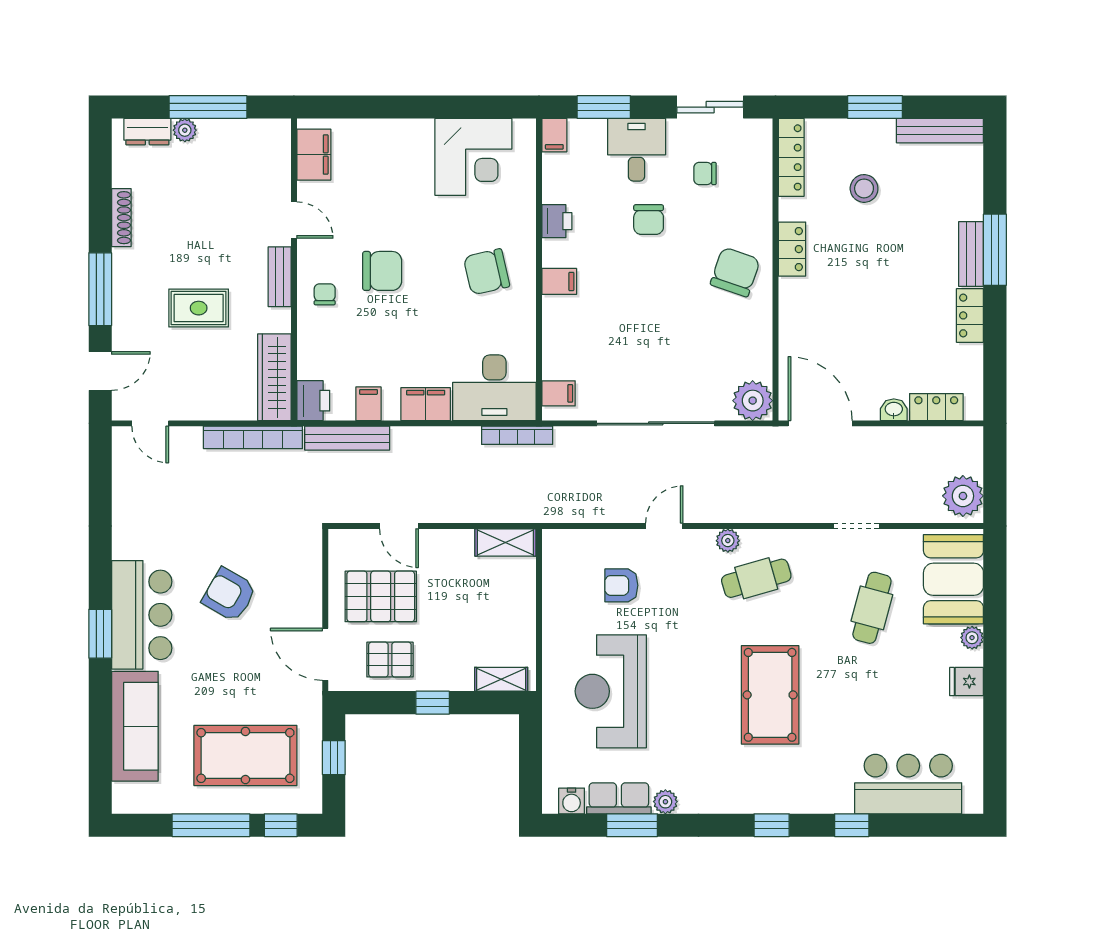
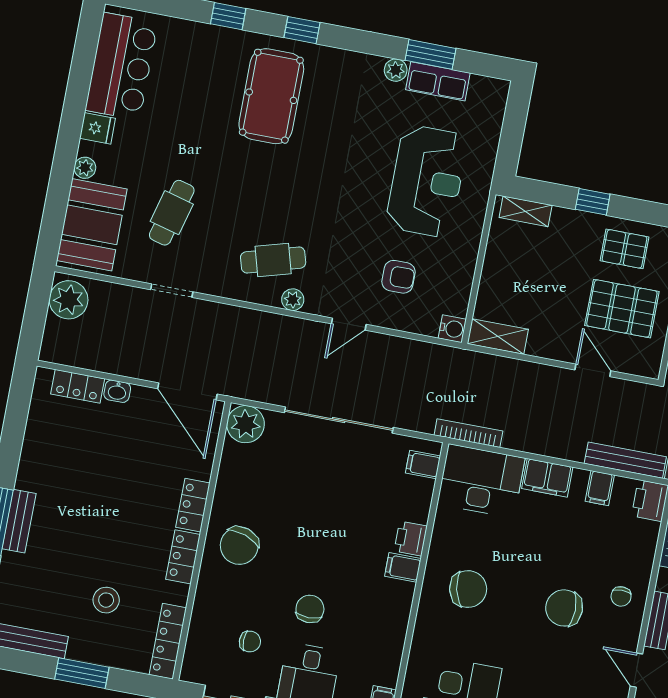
printer: (557, 221) -> (411, 539), moved
locker: (970, 315) -> (193, 505), moved, turned 180
pool table: (770, 695) -> (271, 96), moved
bar counter: (908, 784) -> (121, 66), moved, turned -90
water cooler: (572, 801) -> (452, 329), moved, turned 90

